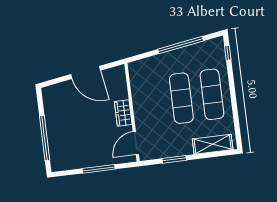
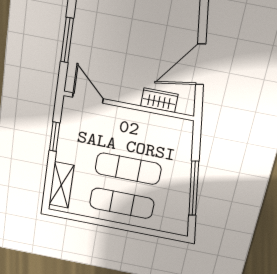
window: (228, 53) -> (166, 235), removed
wardrobe: (123, 113) -> (159, 100), moved

